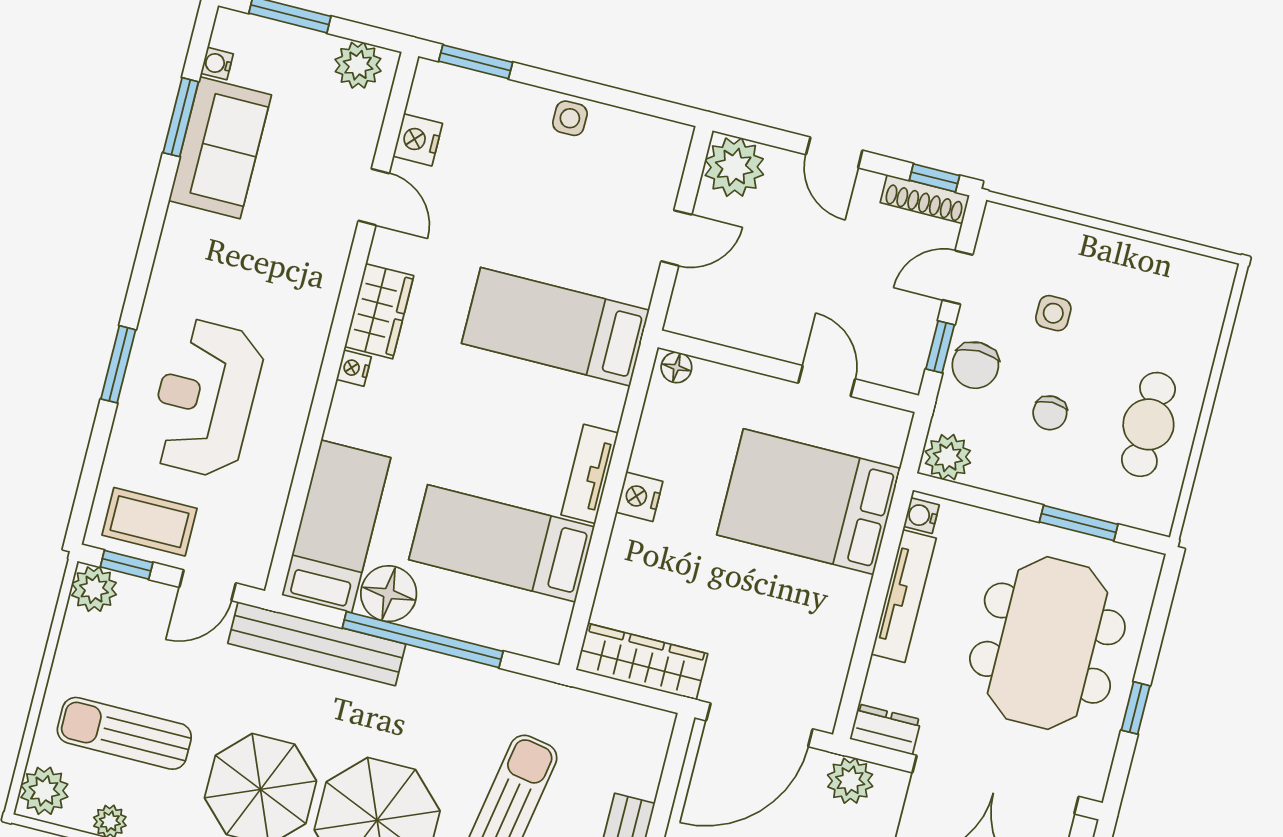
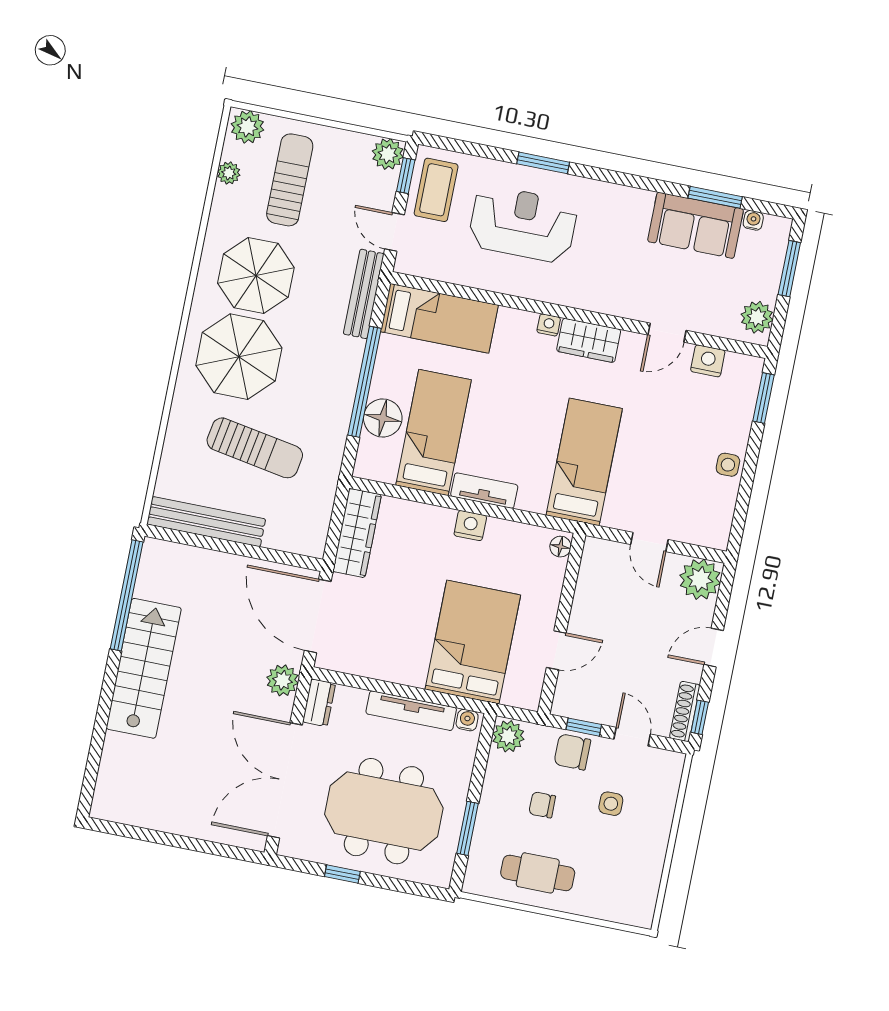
floor lamp: (389, 594) -> (383, 418), moved
bench: (317, 644) -> (364, 294), width x0.73, depth x0.82

